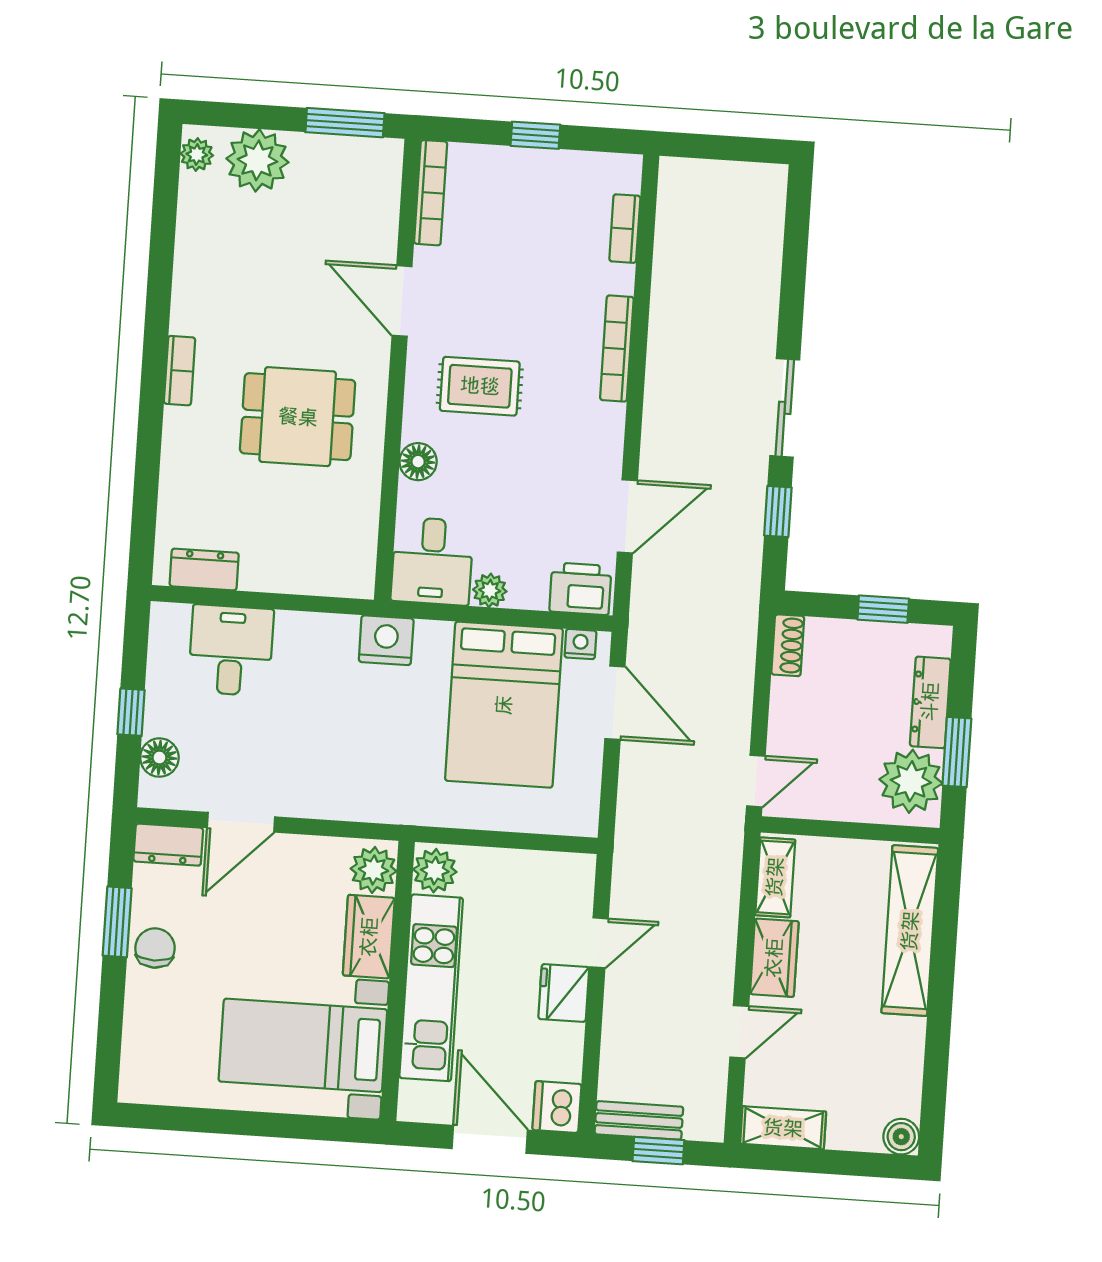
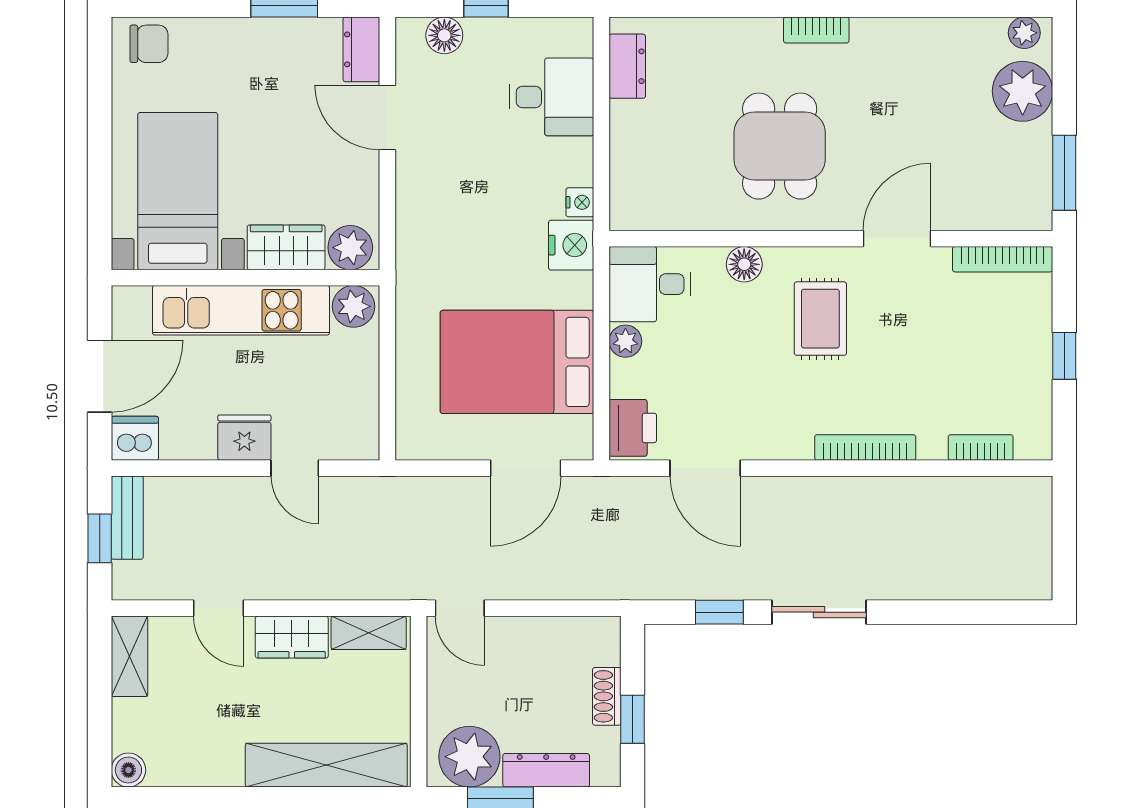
nightstand: (580, 644) -> (580, 202), moved
shoe rack: (788, 645) -> (607, 696), moved, turned 90
chair: (155, 948) -> (149, 44), moved

